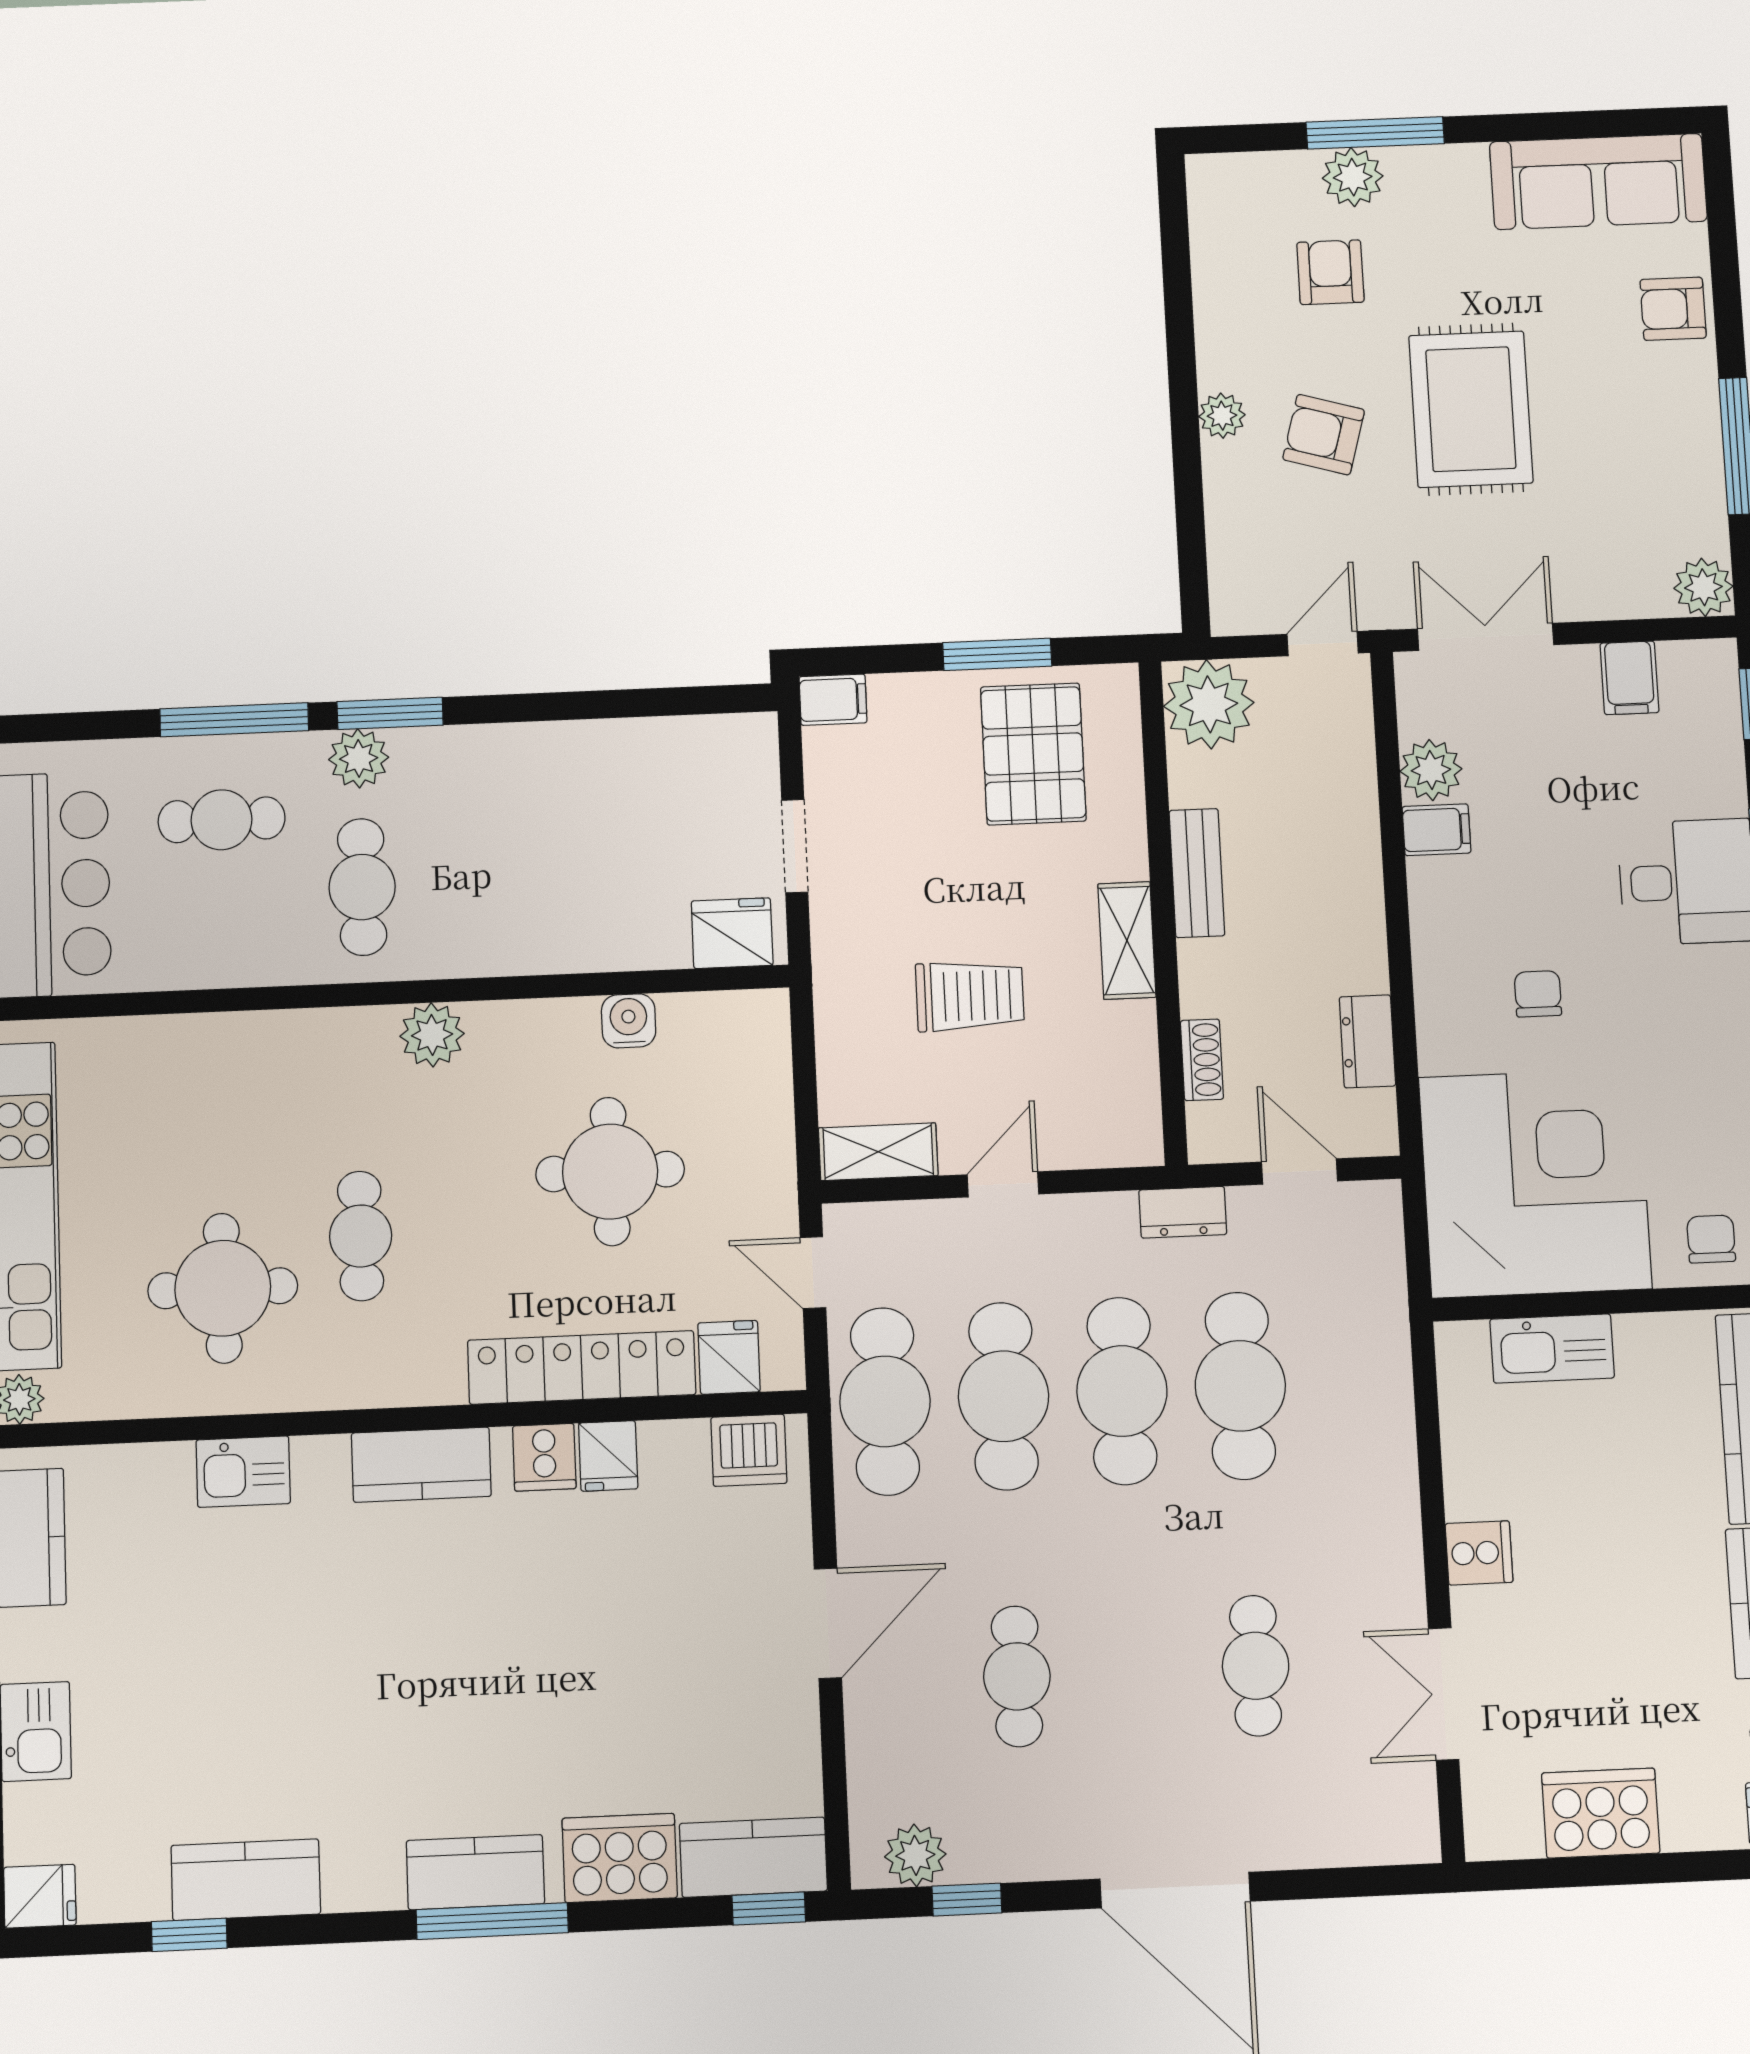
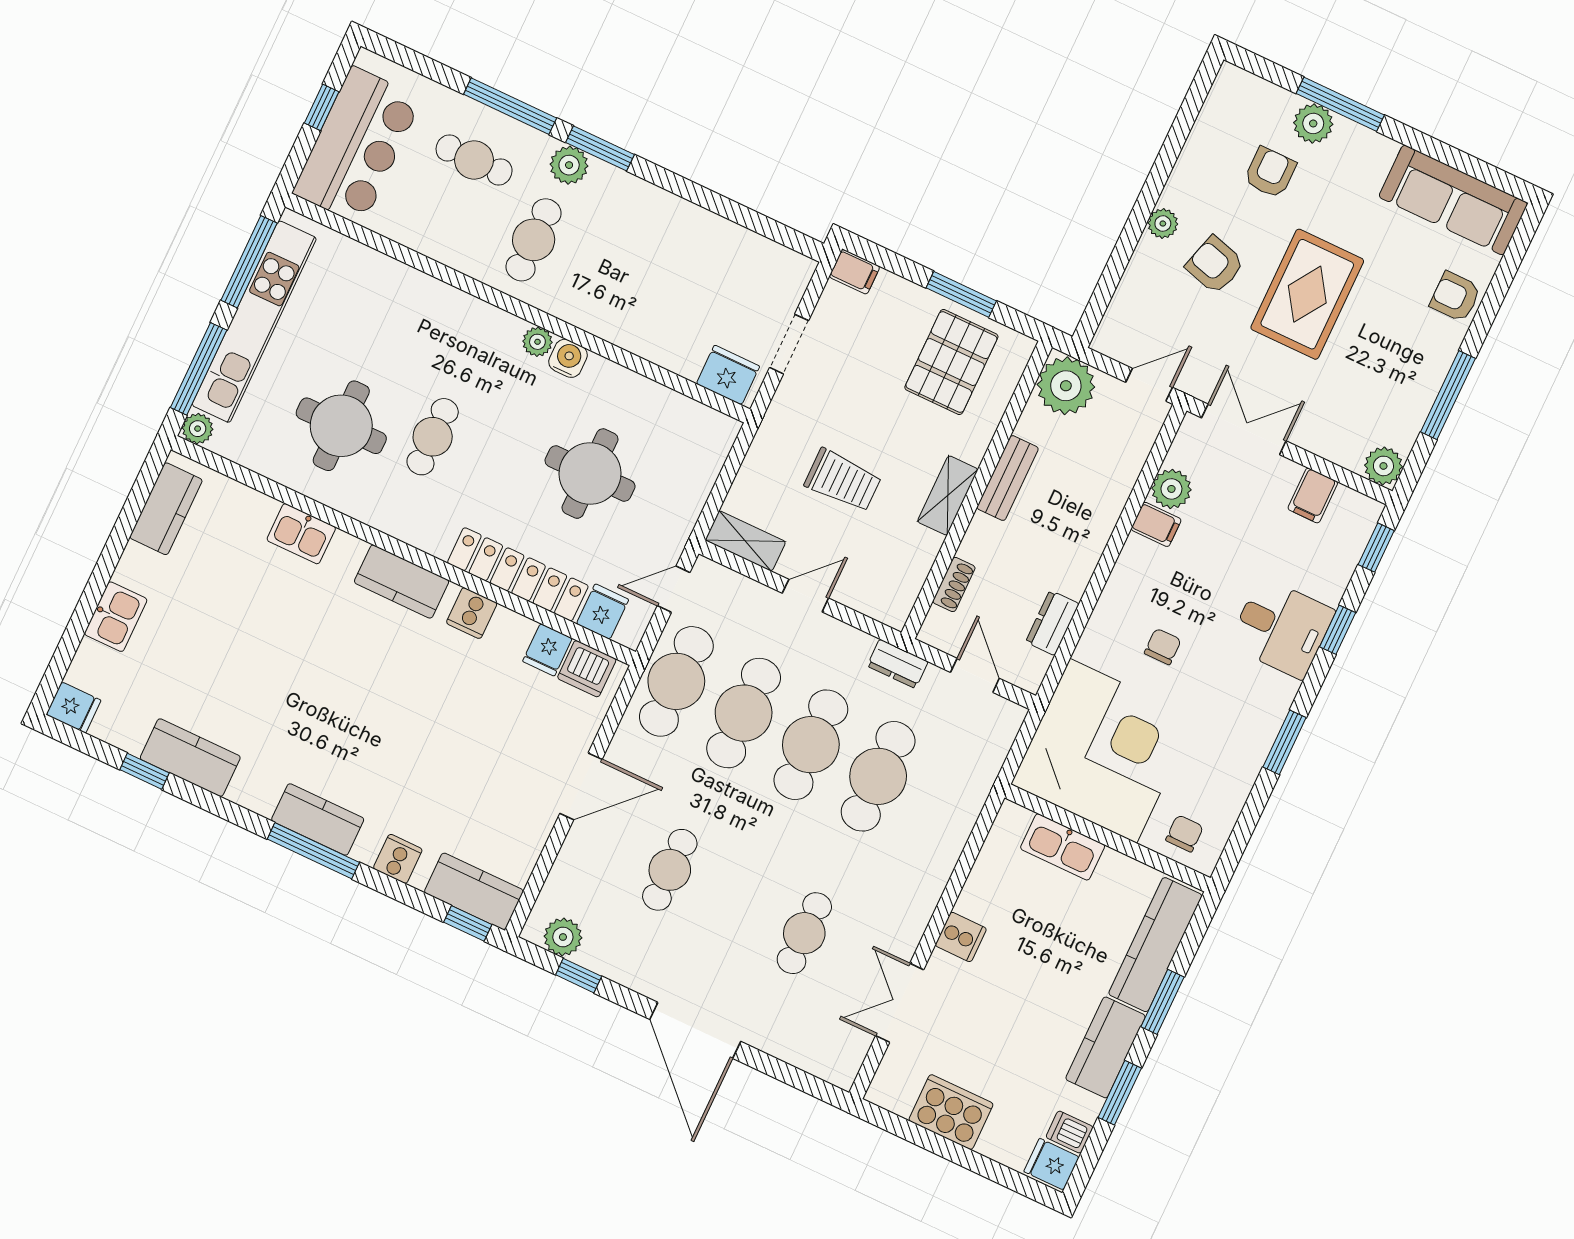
water cooler: (629, 1021) -> (568, 358), moved
plant: (432, 1035) -> (537, 342), width x0.73, depth x0.73
door: (813, 1273) -> (674, 589), hinge flipped
fridge: (608, 1456) -> (547, 650), moved
cooker: (620, 1858) -> (398, 859), width x0.53, depth x0.76

